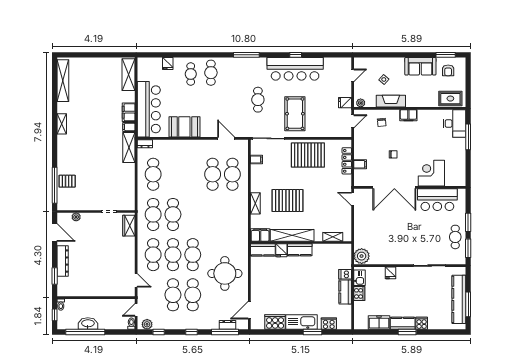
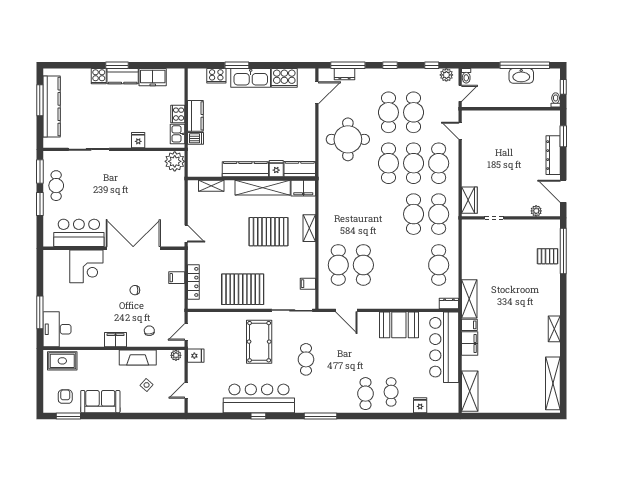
kitchen counter: (300, 250) -> (245, 169), width x1.50

